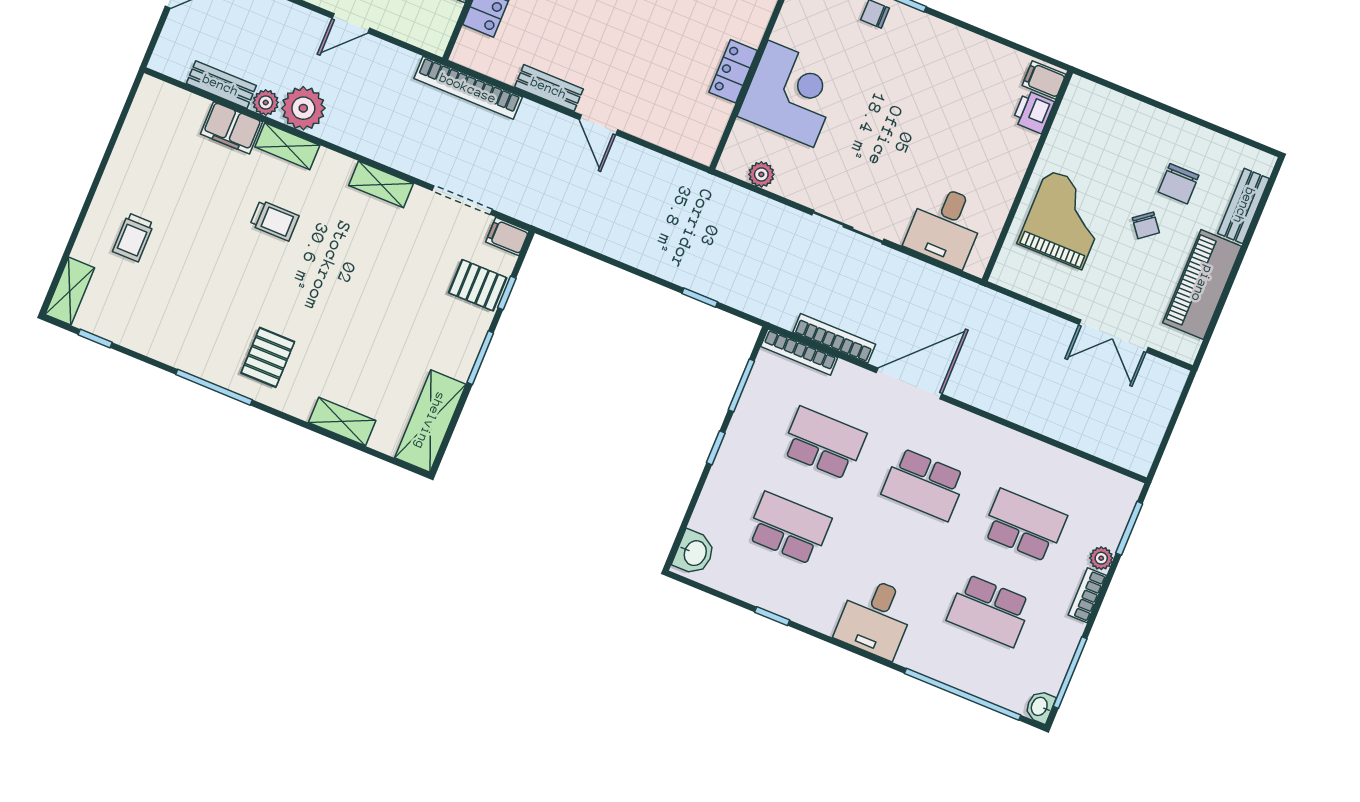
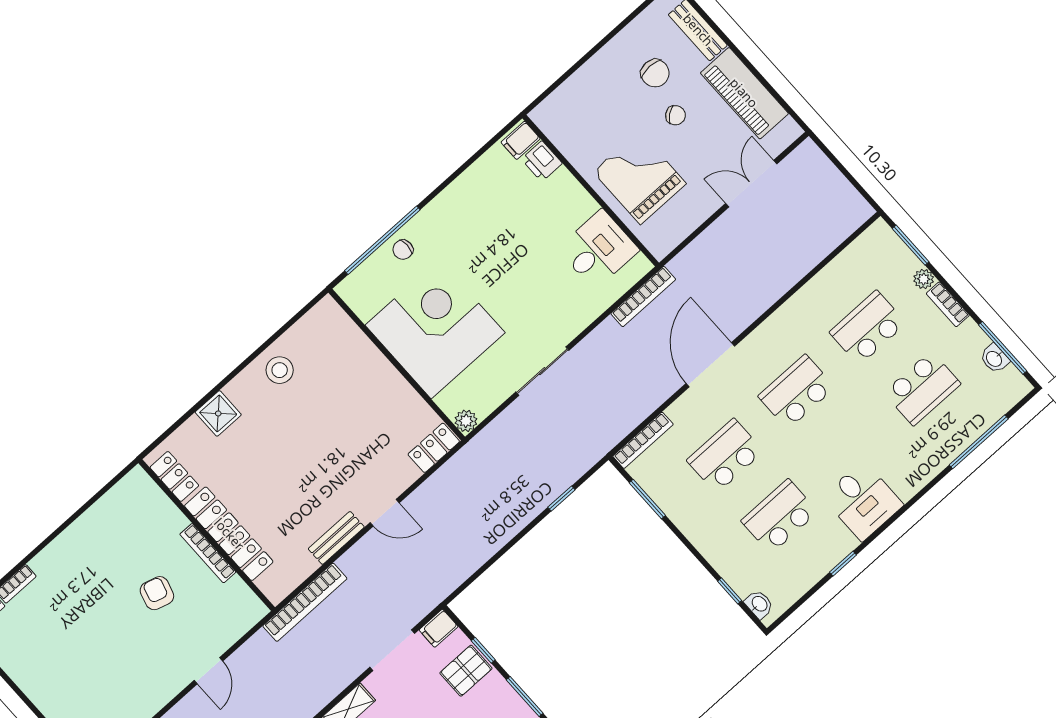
locker: (733, 71) -> (434, 448), moved, turned 90
corner desk: (791, 94) -> (435, 329), width x1.36, depth x1.36
plant: (761, 174) -> (466, 421), moved
desk: (945, 226) -> (598, 249), moved, turned -90
sliding door: (848, 227) -> (542, 371), moved
double door: (1113, 336) -> (751, 184), swing flipped
bookcase: (834, 338) -> (643, 297), moved, turned 180
window: (716, 448) -> (730, 591), moved
school desk: (924, 484) -> (797, 392), turned 180
washbasin: (694, 553) -> (759, 604), width x0.72, depth x0.69
desk: (875, 618) -> (863, 501), moved
window: (963, 694) -> (979, 442), width x0.68
washbasin: (1040, 707) -> (994, 359), moved

